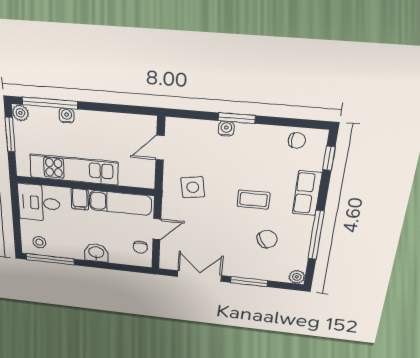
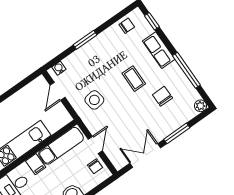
water cooler: (226, 129) -> (59, 68), moved
coffee table: (253, 200) -> (134, 79), turned 90
chair: (267, 239) -> (162, 96), turned -59

